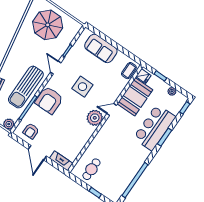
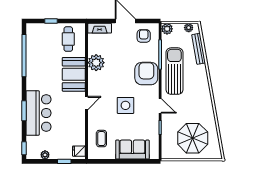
coffee table: (129, 71) -> (101, 139), moved
booth: (135, 97) -> (74, 74), moved
plant: (95, 118) -> (96, 63), moved

